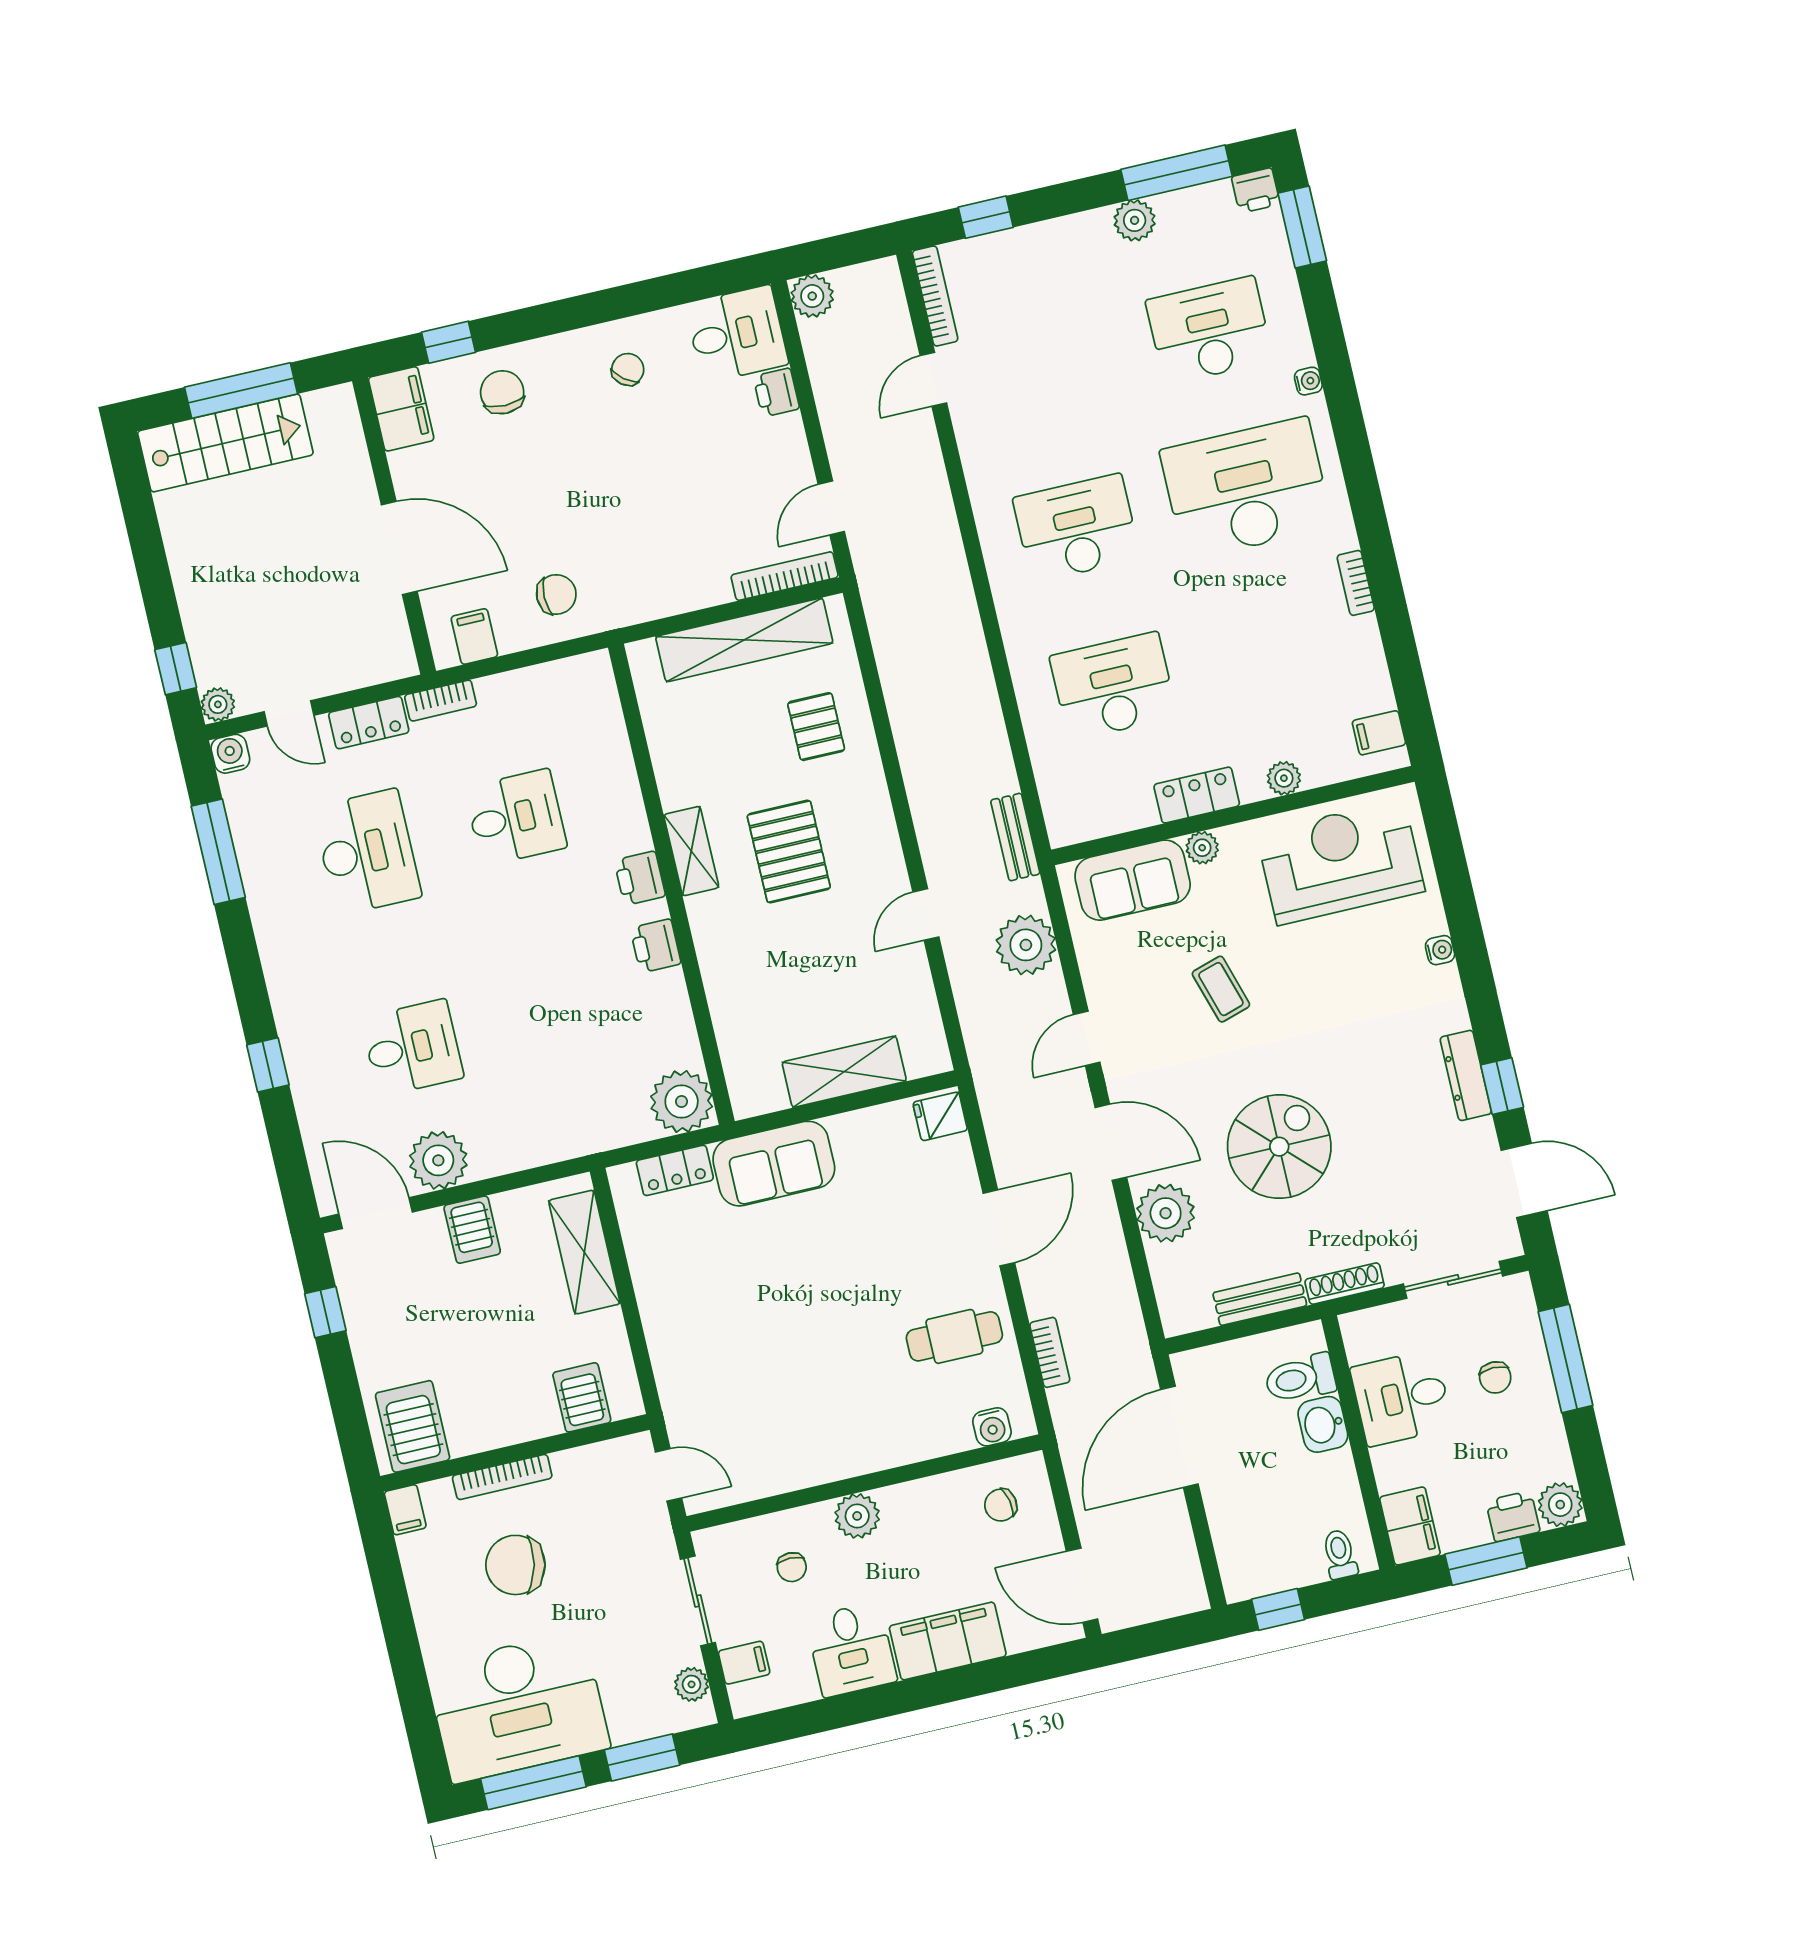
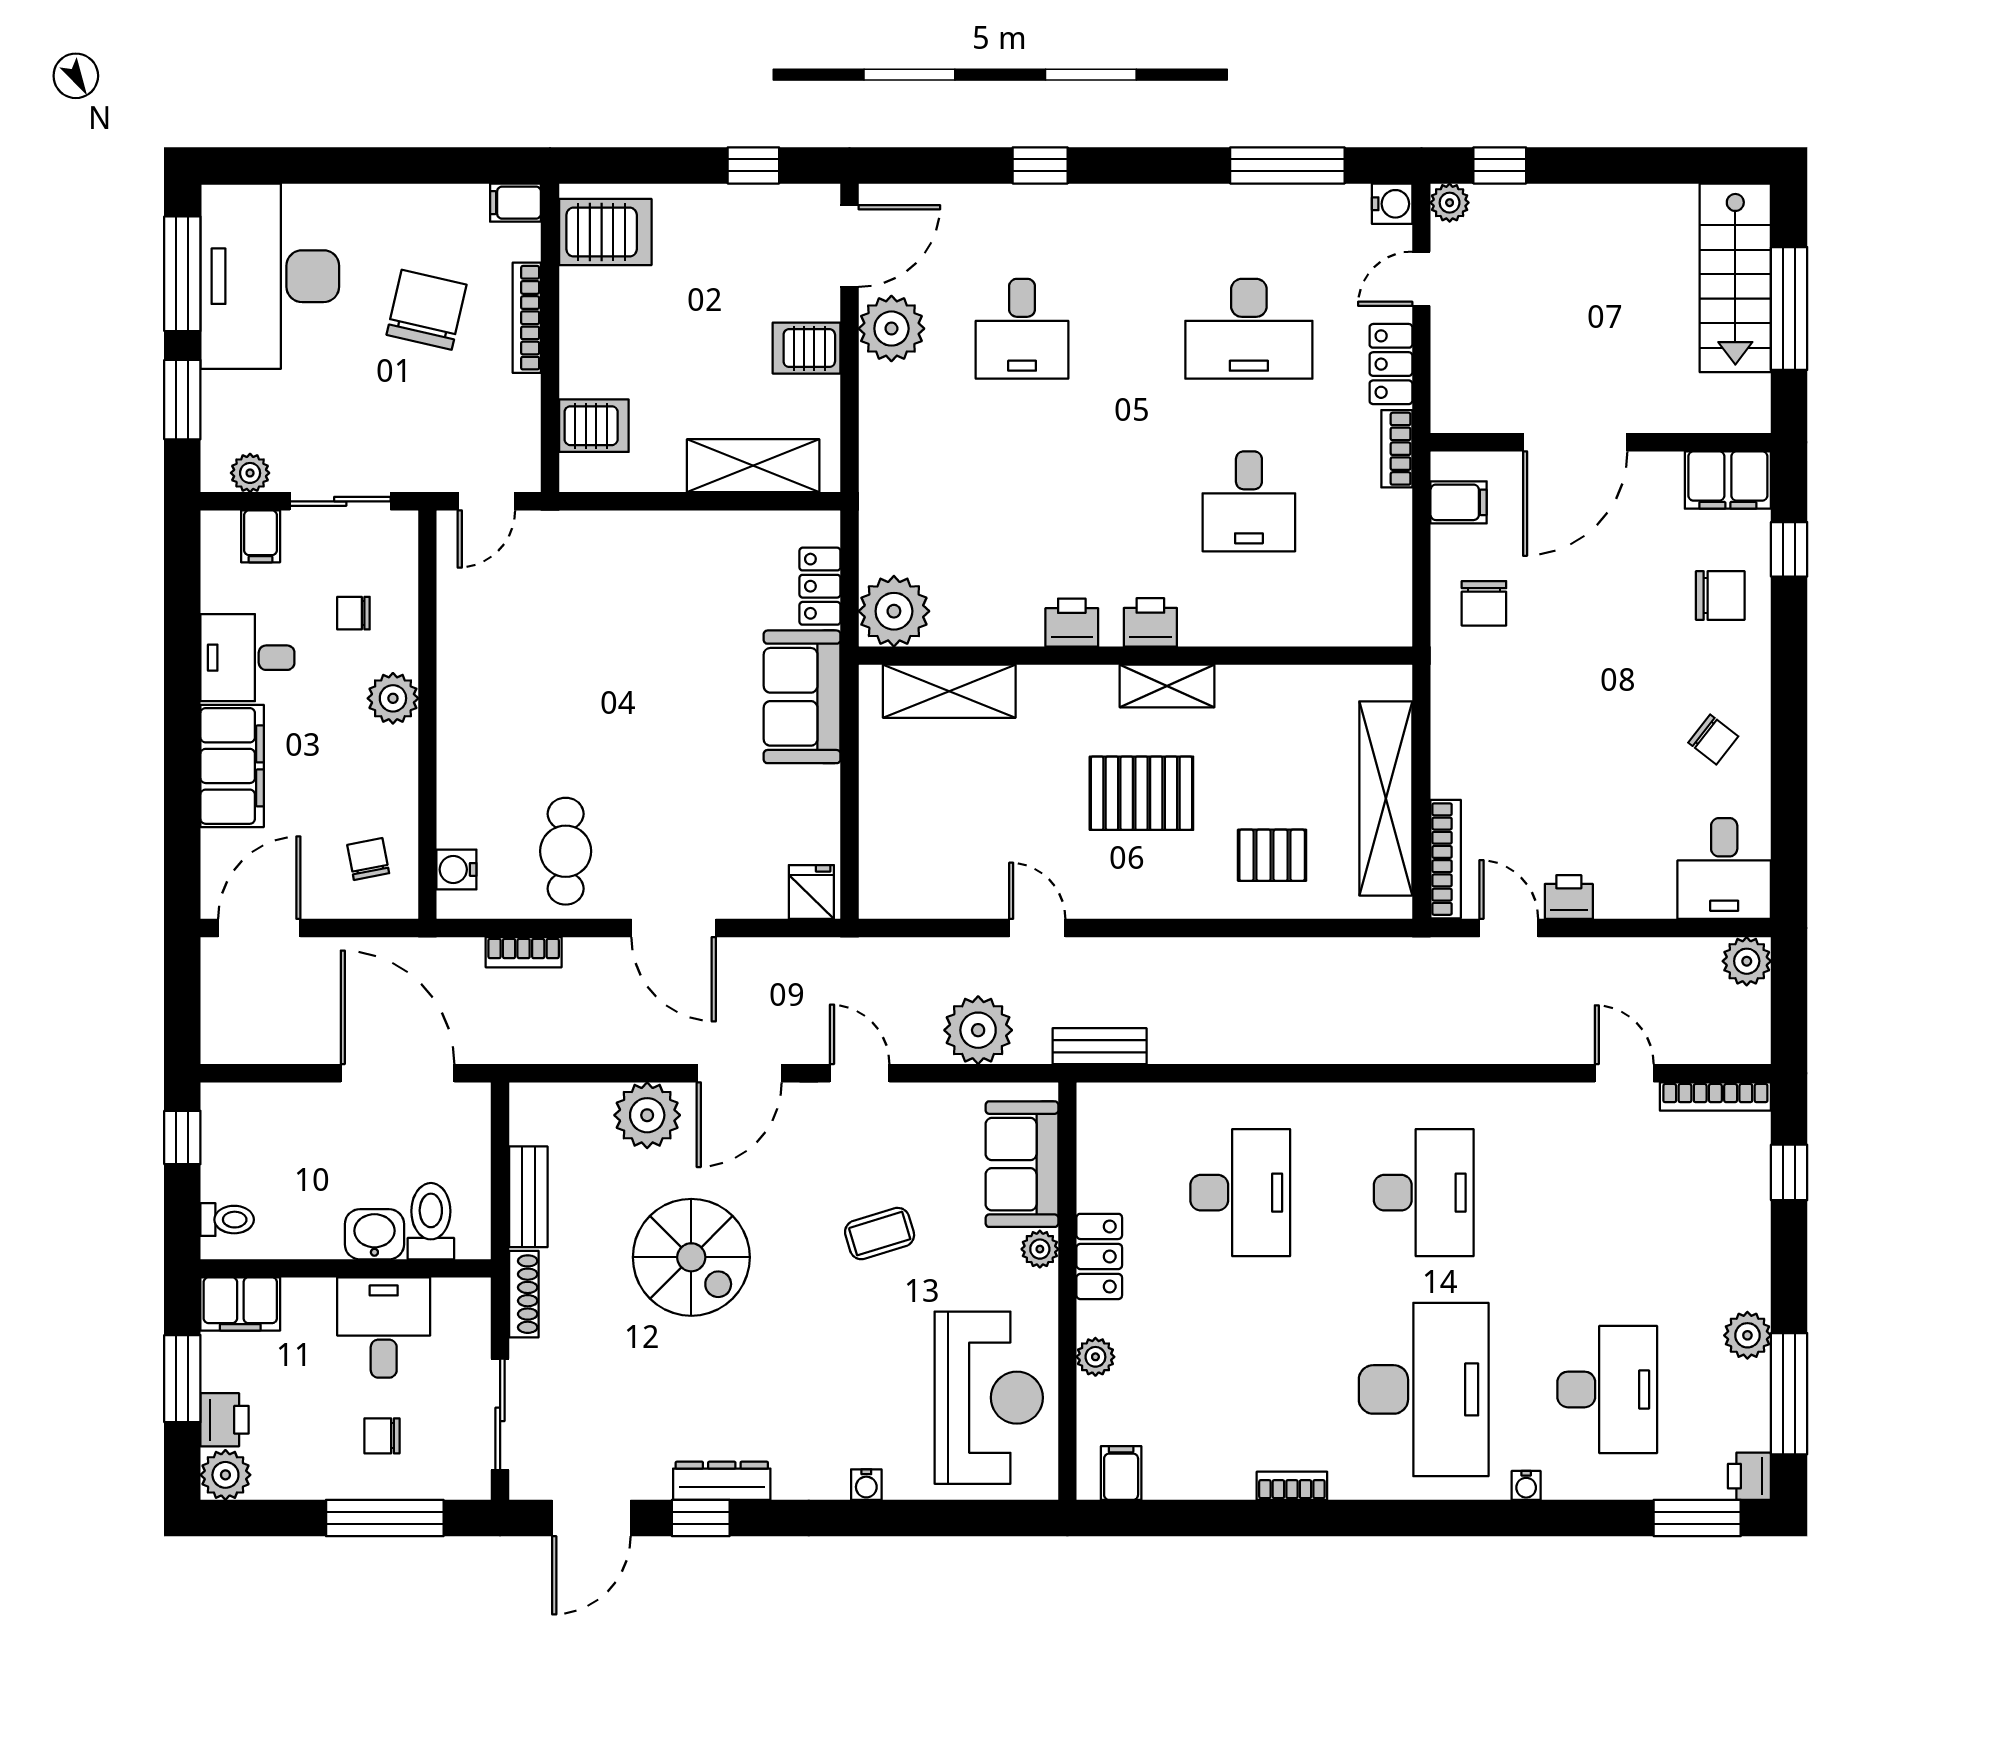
printer: (776, 392) -> (1569, 897), moved
shelving: (844, 1072) -> (949, 691), moved, turned 90

